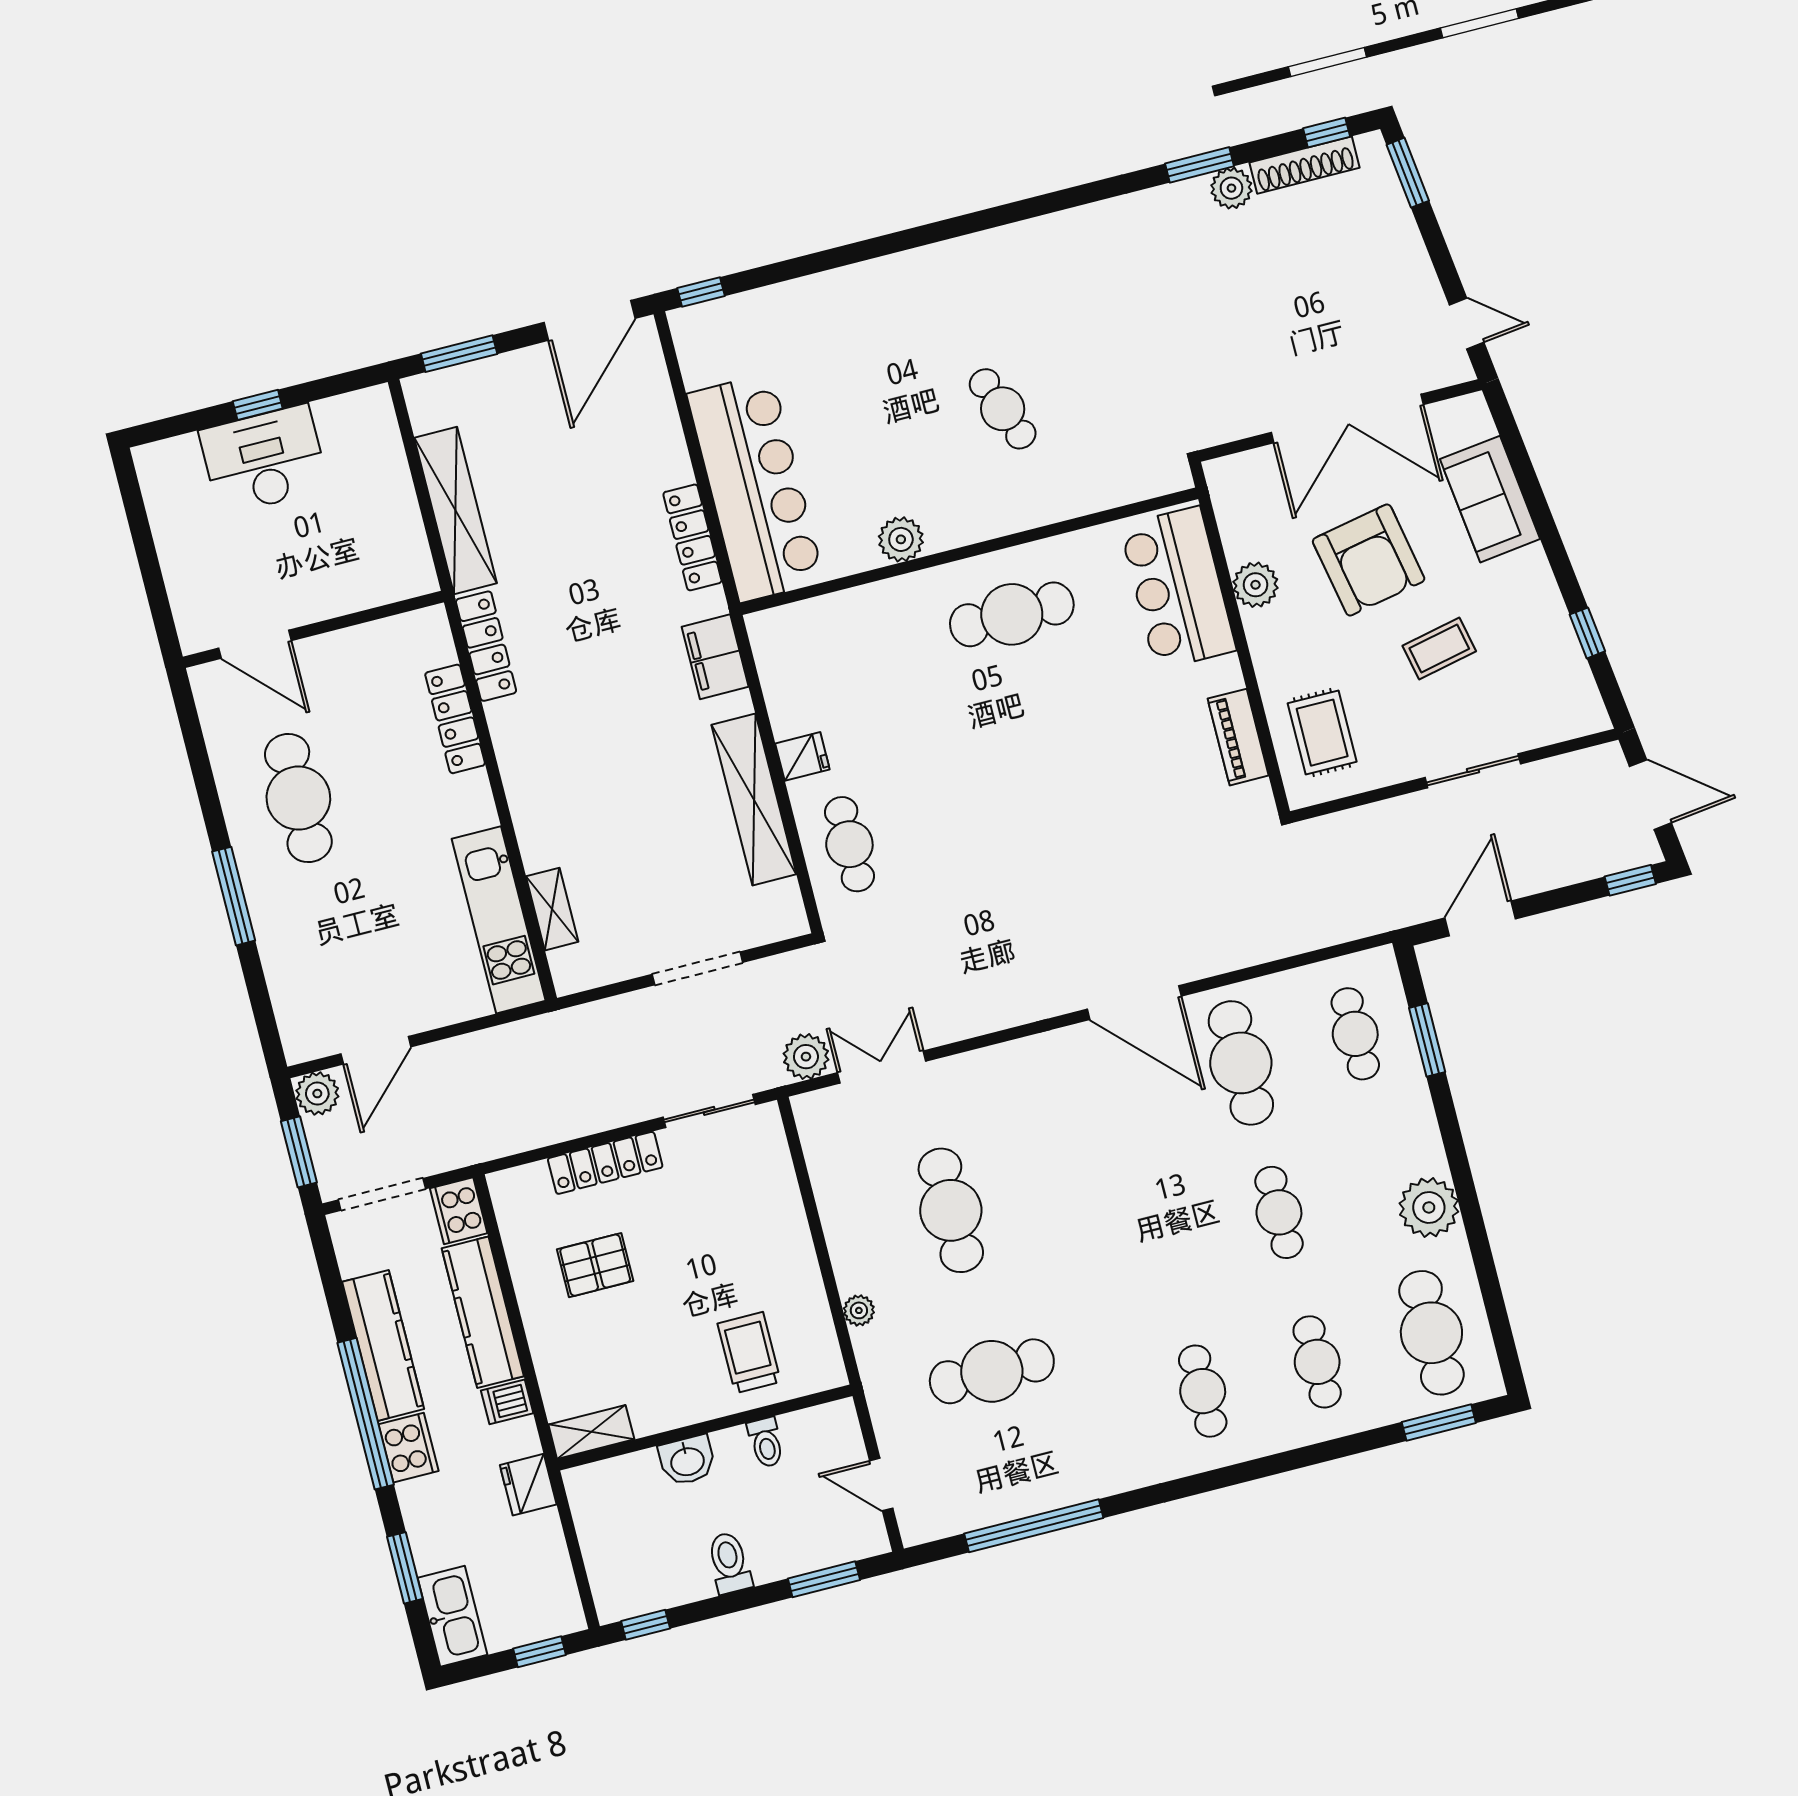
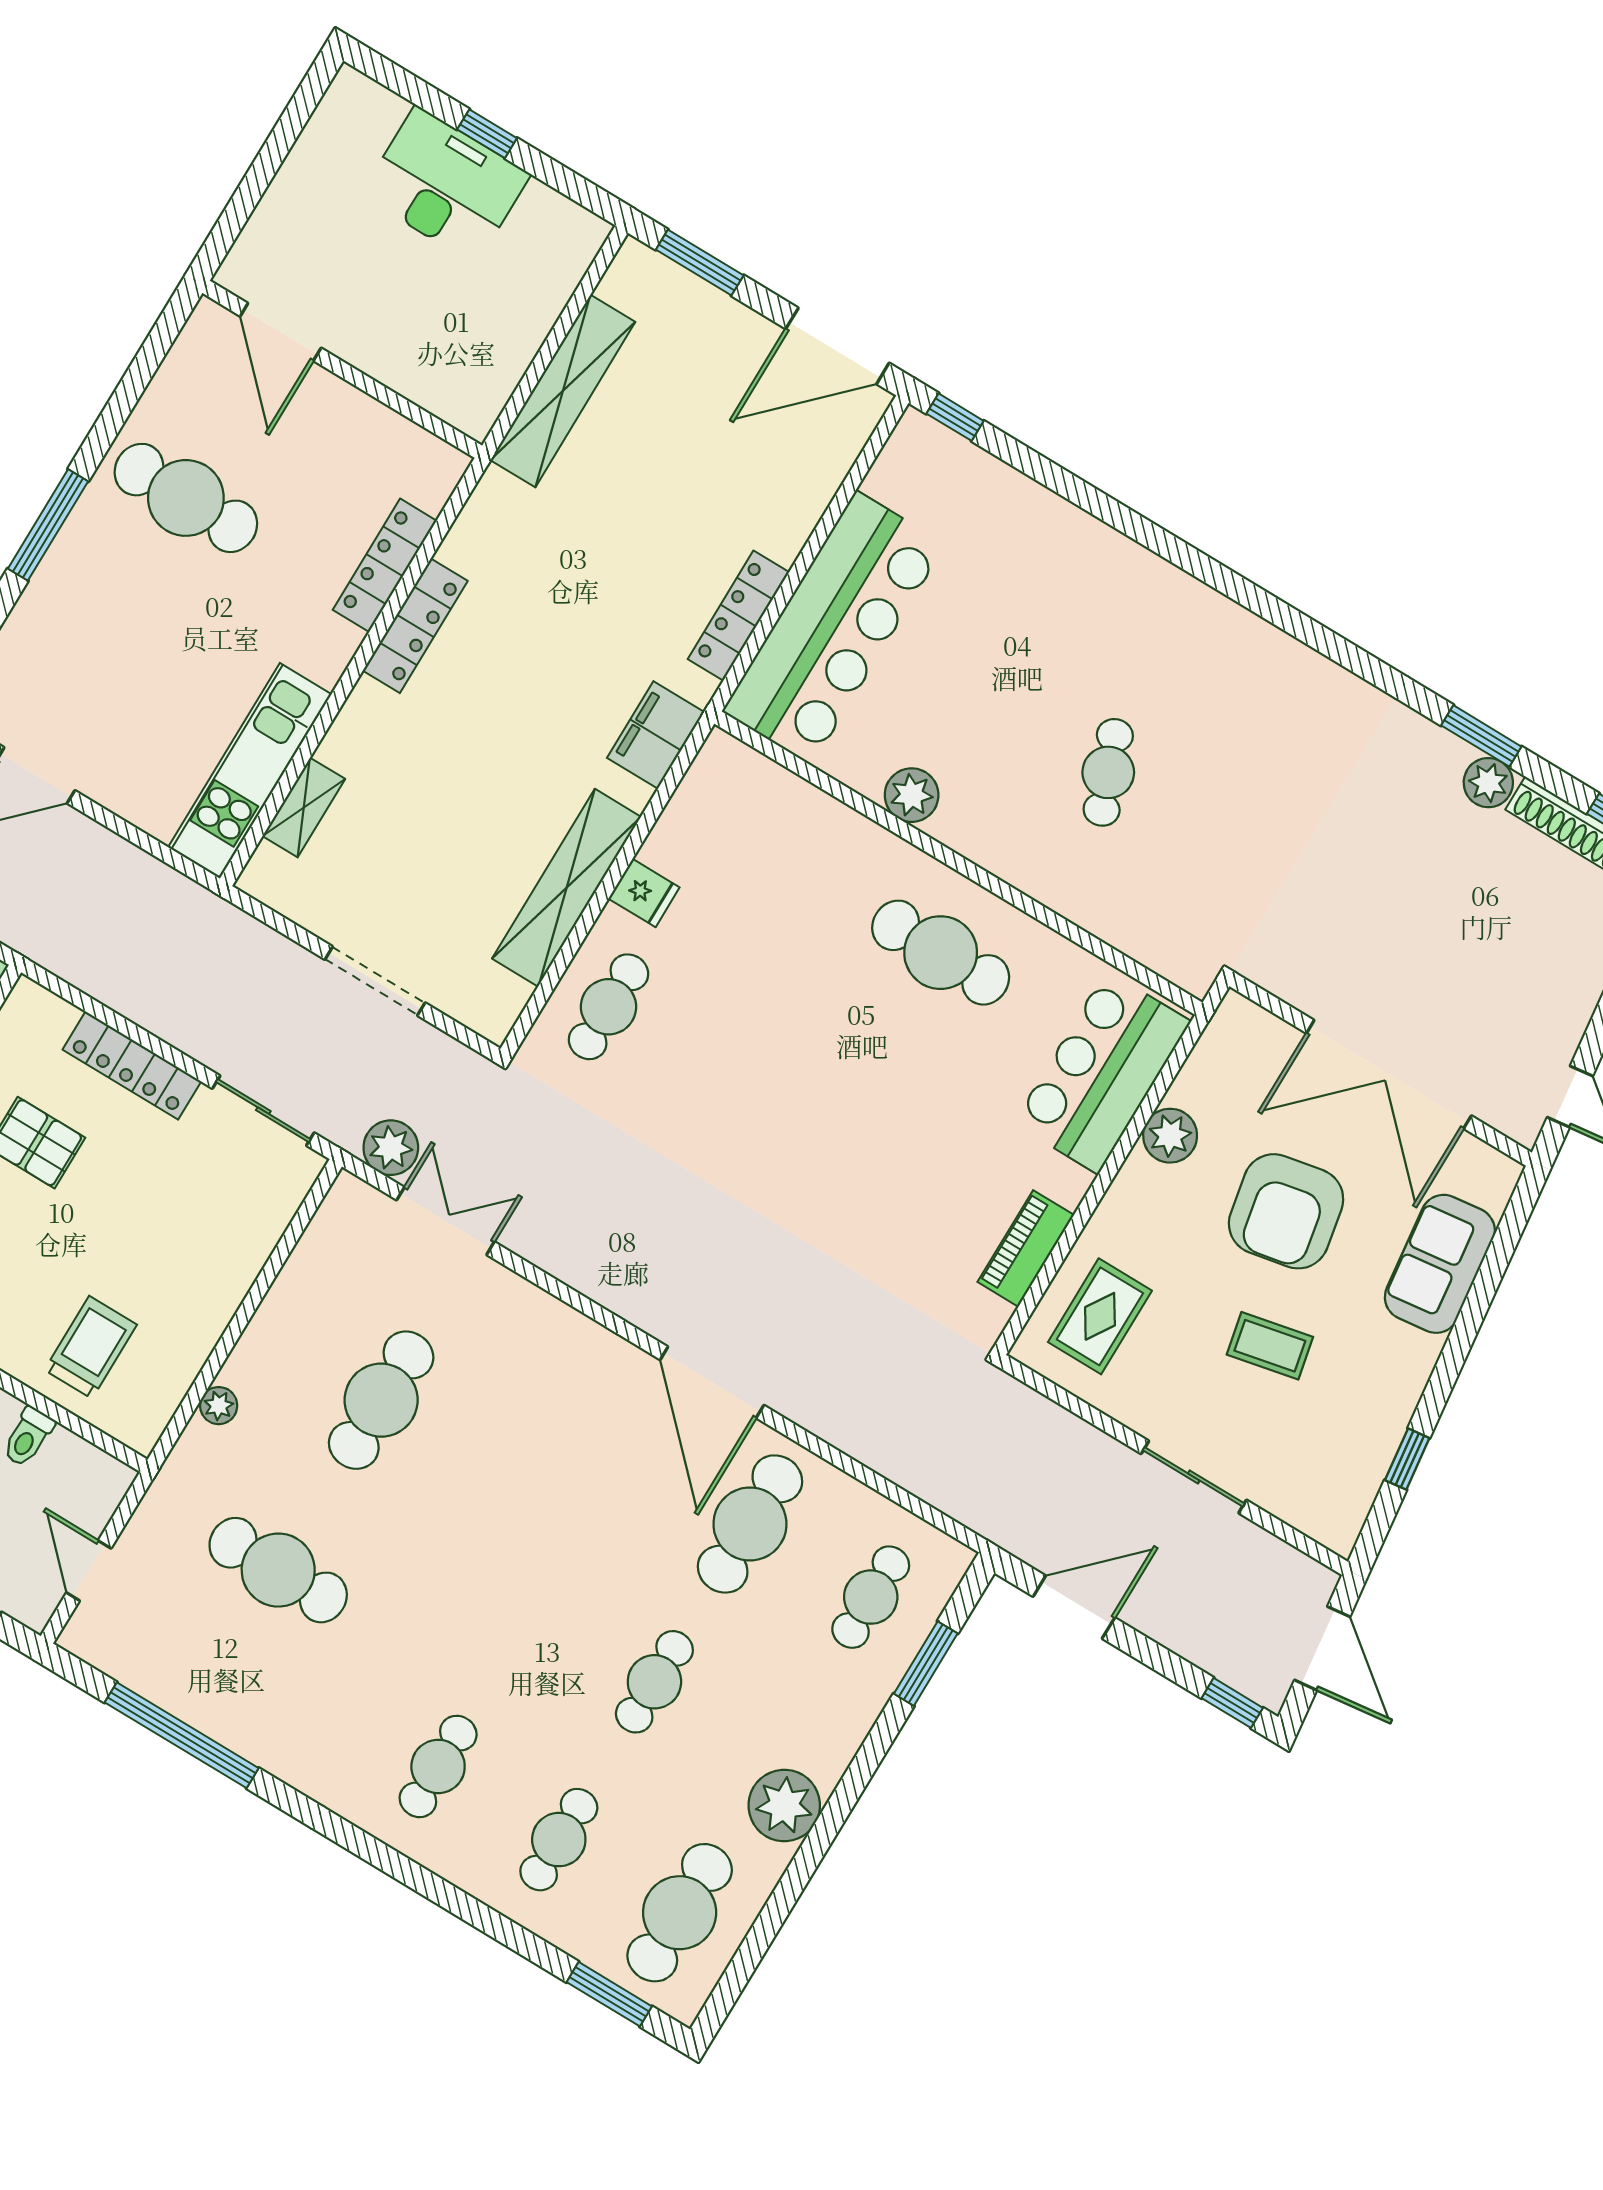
locker: (486, 646) -> (415, 626), moved
cafe table: (298, 798) -> (186, 498), turned 90

